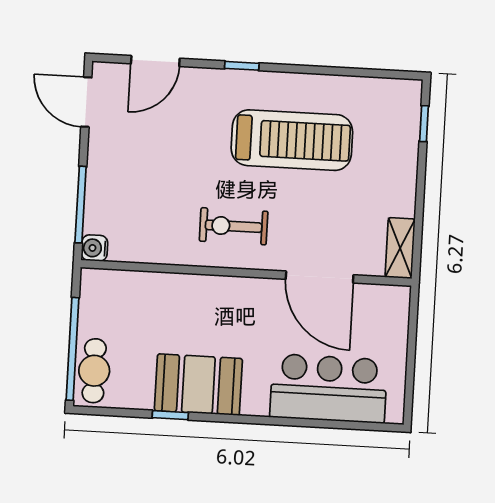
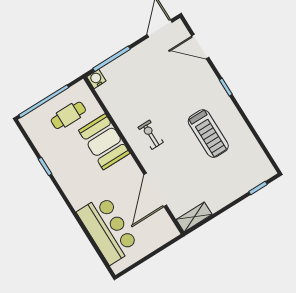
treadmill: (292, 140) -> (208, 134), width x0.73, depth x0.73
exercise bike: (234, 226) -> (151, 135), width x0.73, depth x0.72
cafe table: (94, 371) -> (68, 115), moved
booth: (198, 385) -> (104, 142), moved

